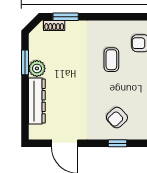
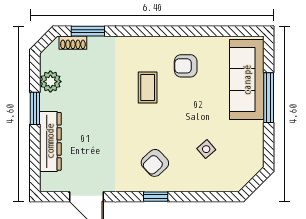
window: (25, 62) -> (35, 108), moved
plant: (37, 68) -> (50, 82), moved

